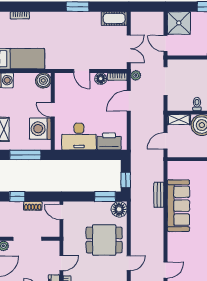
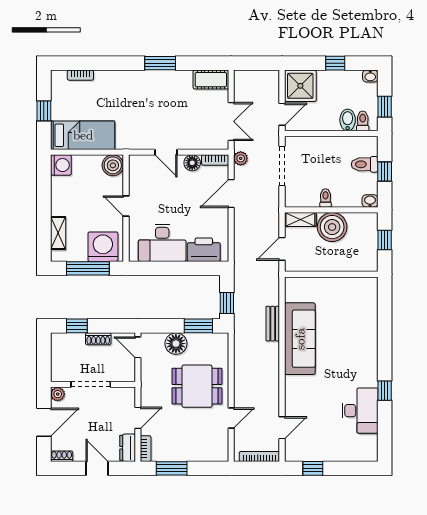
door: (166, 44) -> (282, 114), swing flipped
washing machine: (40, 129) -> (103, 247), moved, turned 90
floor lamp: (119, 209) -> (176, 344), moved

